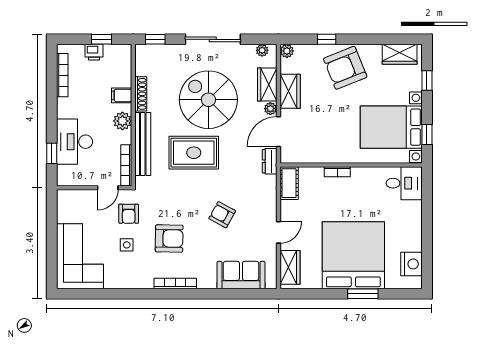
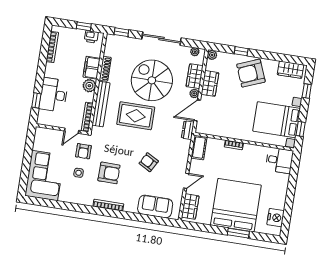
printer: (94, 52) -> (91, 37), moved
filing cabinet: (122, 95) -> (92, 68), width x2.00

